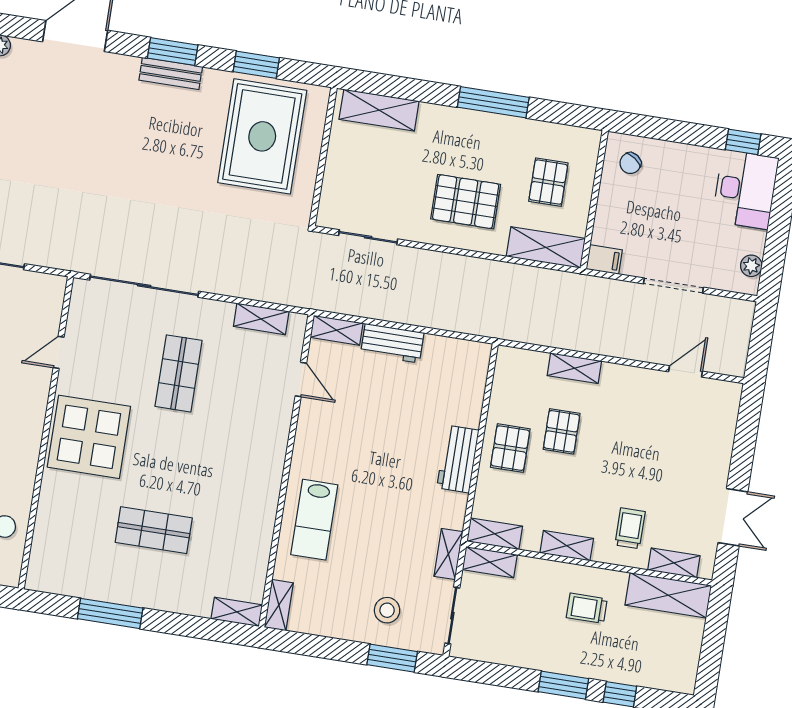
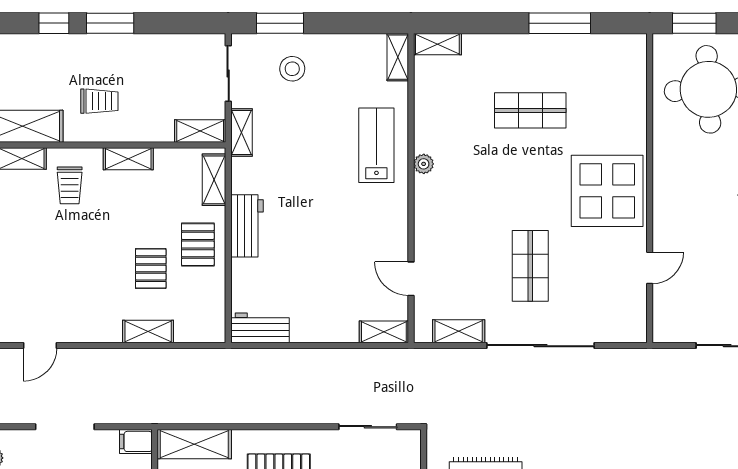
sliding door: (144, 286) -> (540, 346), moved
workbench: (392, 343) -> (260, 328), moved
plant: (270, 493) -> (424, 164), added
shelving: (495, 534) -> (214, 180), moved, turned 90

